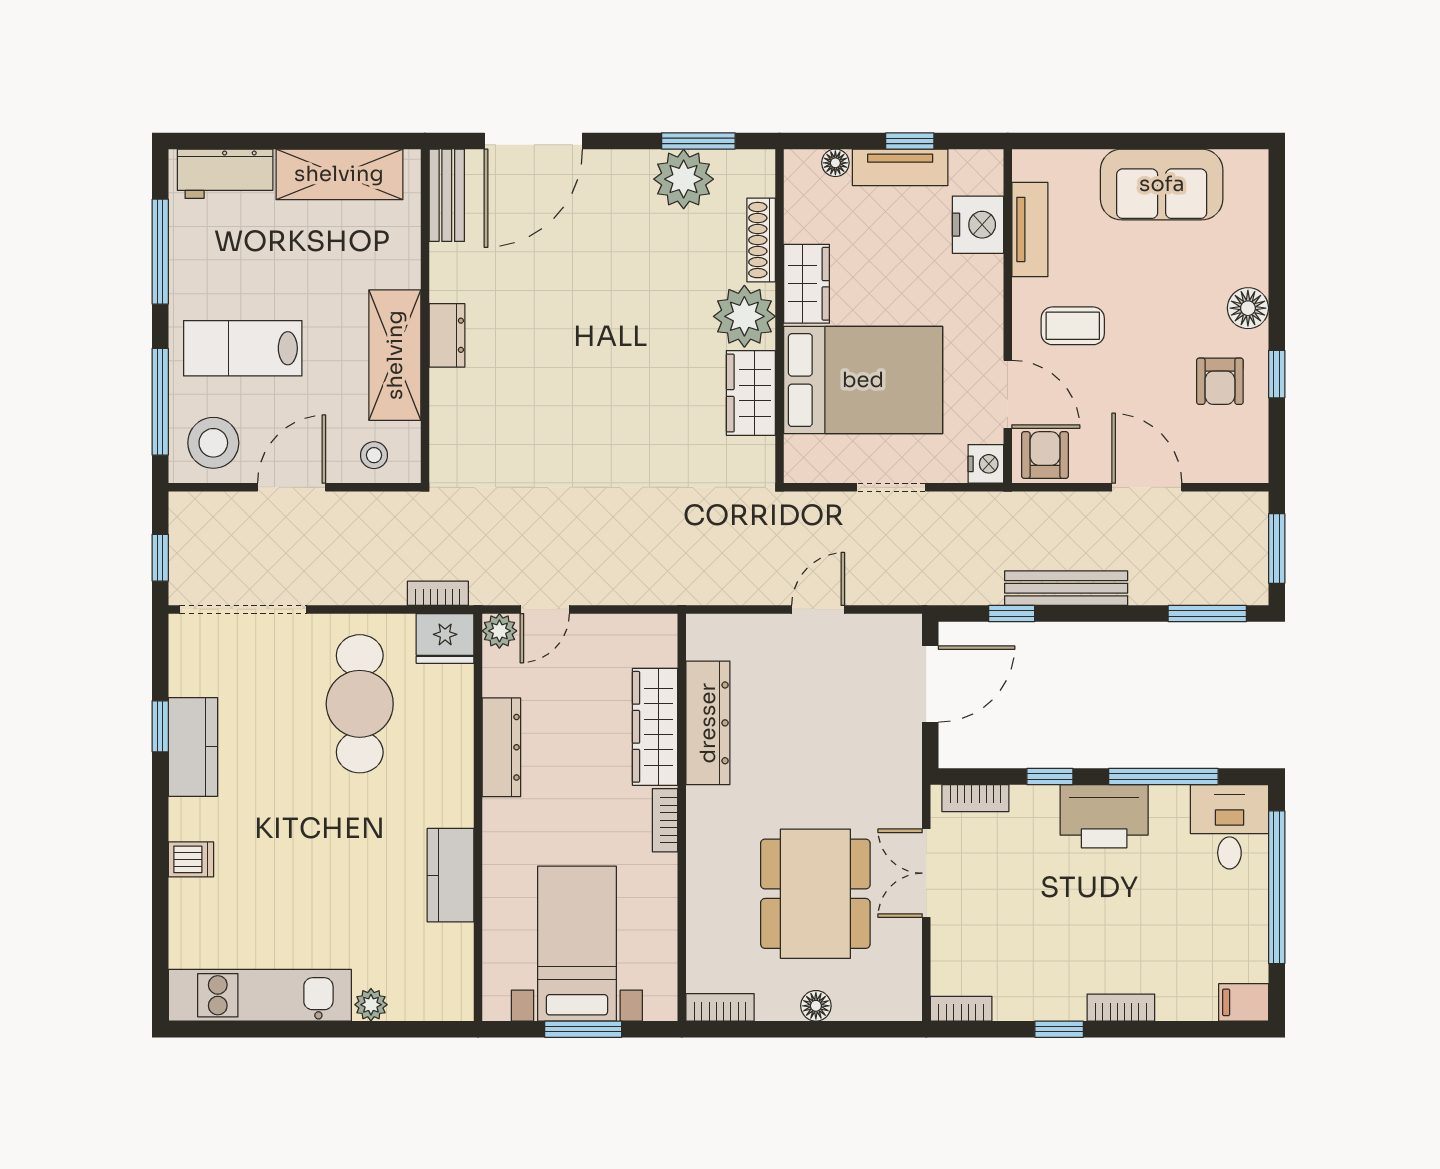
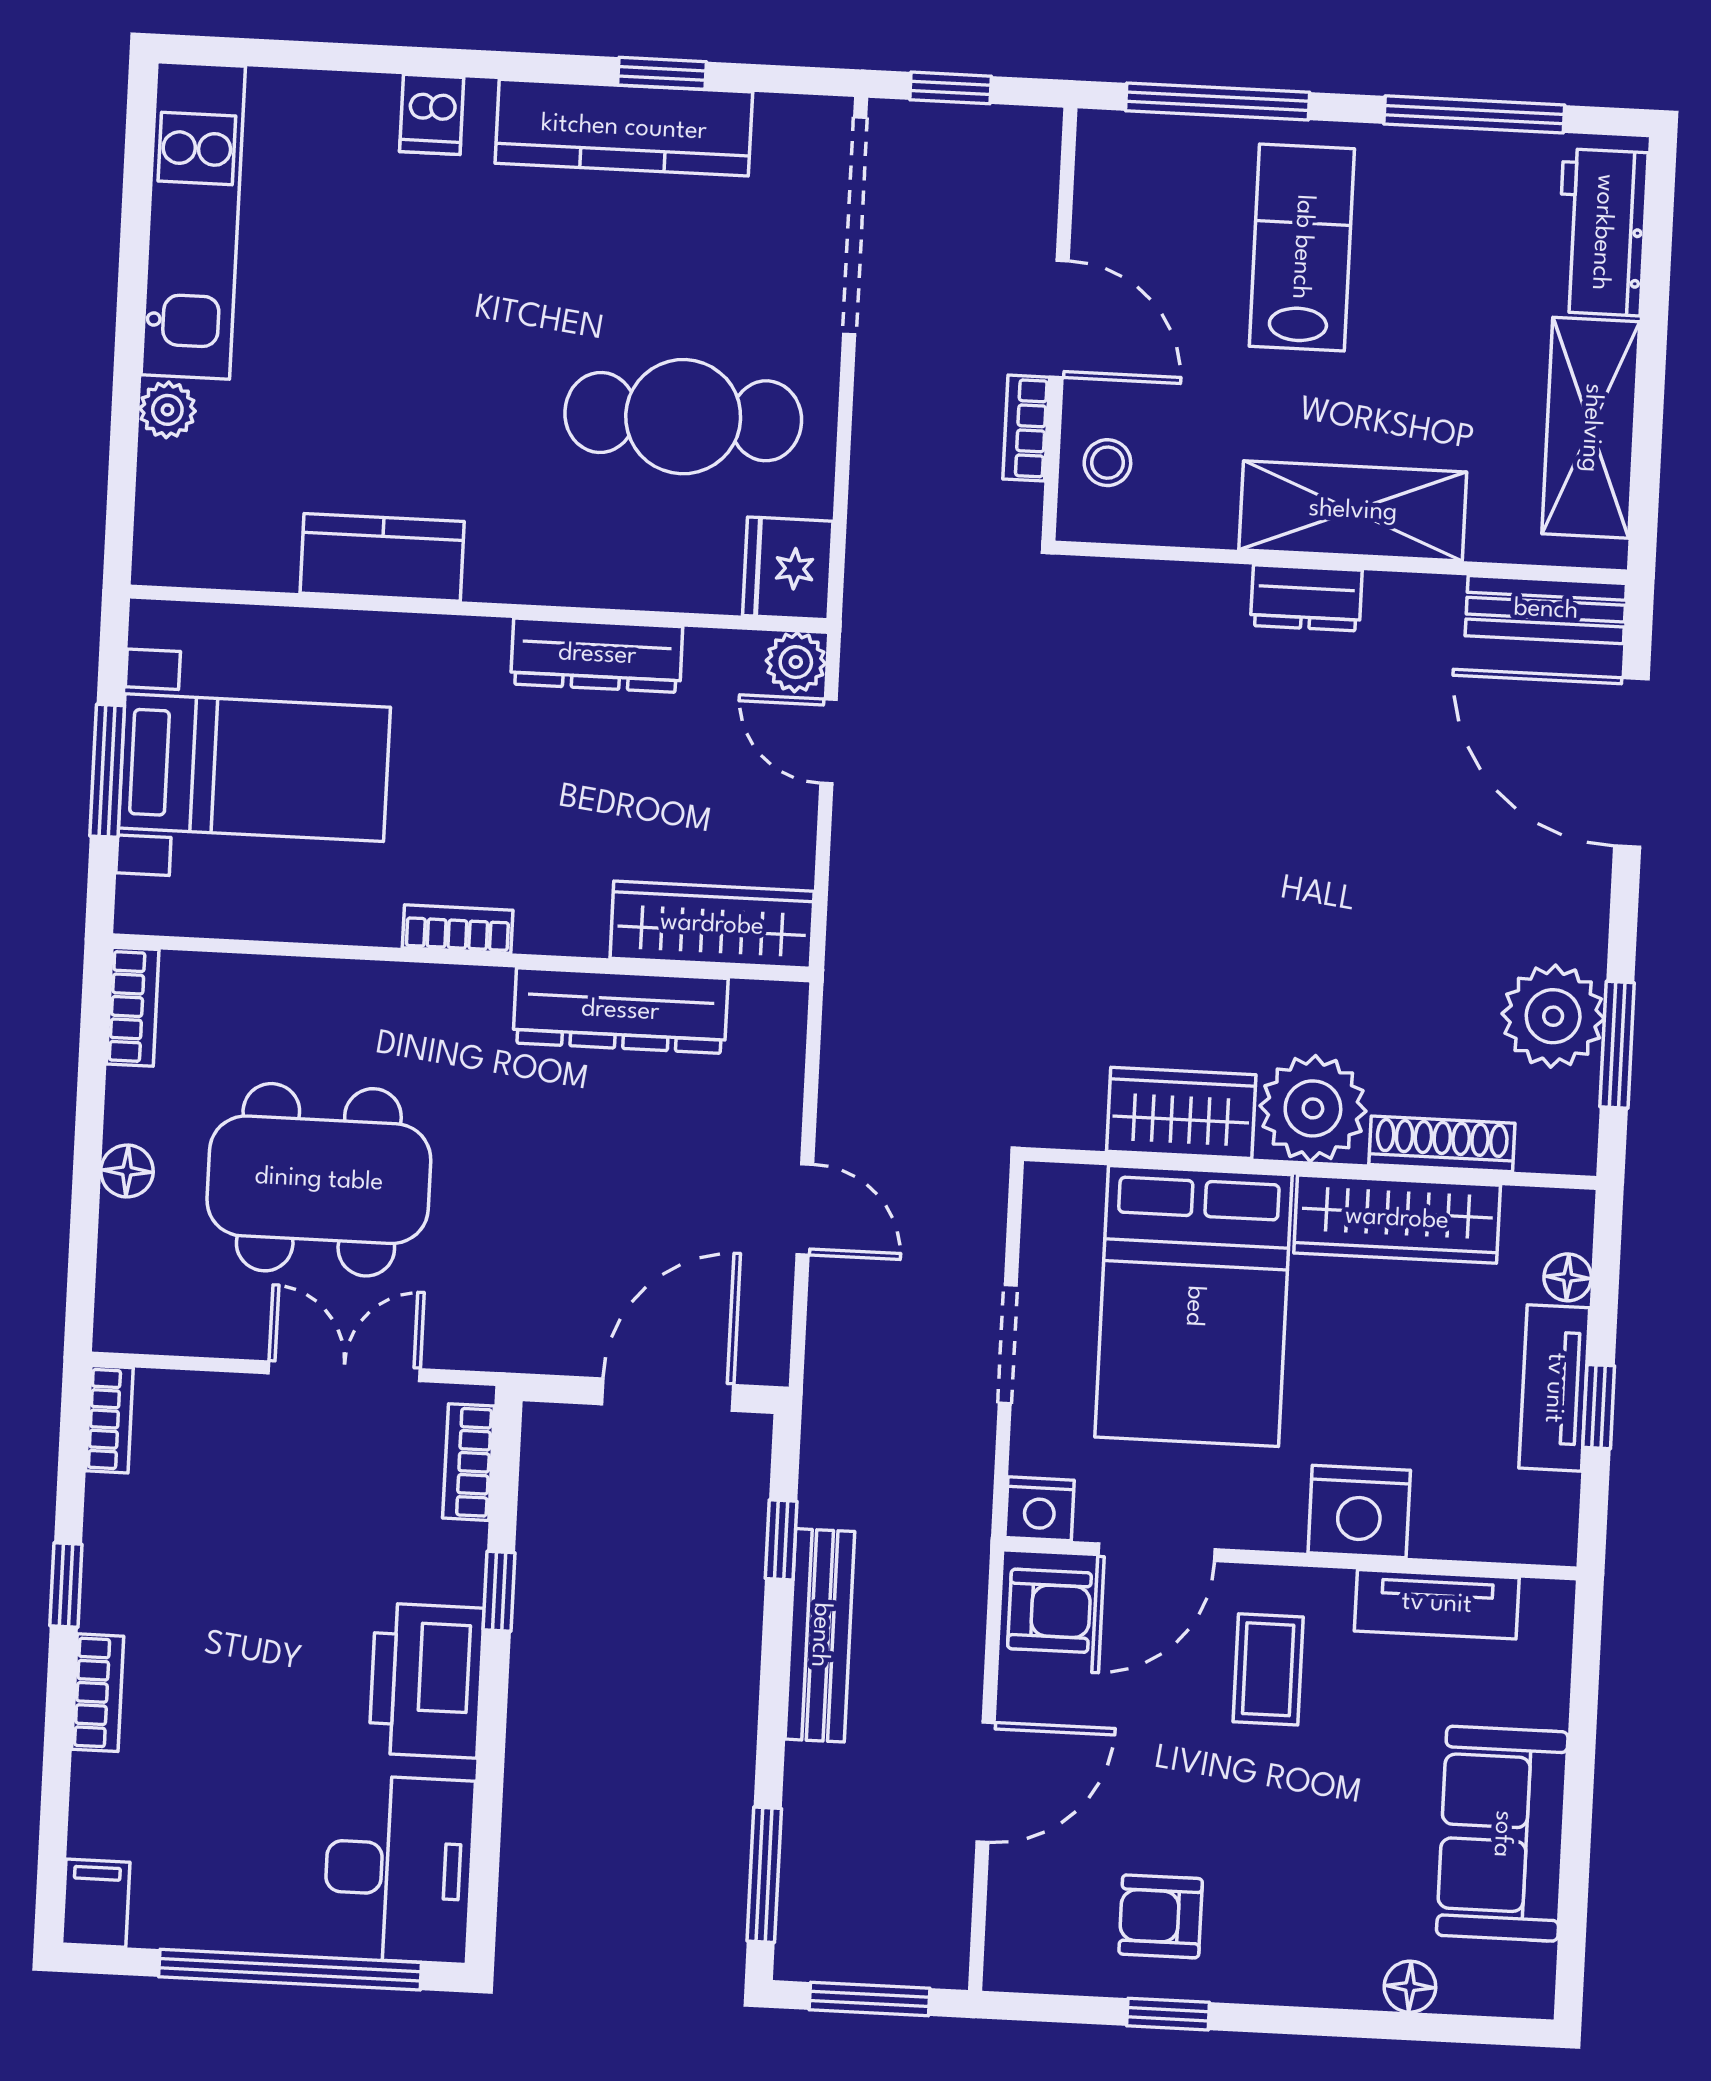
nightstand: (978, 225) -> (1359, 1511), moved
wardrobe: (807, 284) -> (1397, 1219), width x1.50
floor lamp: (1248, 308) -> (1410, 1987), moved, width x0.73, depth x0.73
shelving: (395, 355) -> (1353, 511), moved
stool: (213, 443) -> (1143, 189), removed
bookcase: (438, 593) -> (1026, 428), moved, turned 180
door: (930, 684) -> (668, 1395), swing flipped
wardrobe: (655, 727) -> (712, 925), moved
kitchen counter: (193, 747) -> (624, 128), width x1.50
window: (1163, 777) -> (489, 1785), removed
desk: (1229, 827) -> (399, 1869), width x1.37

